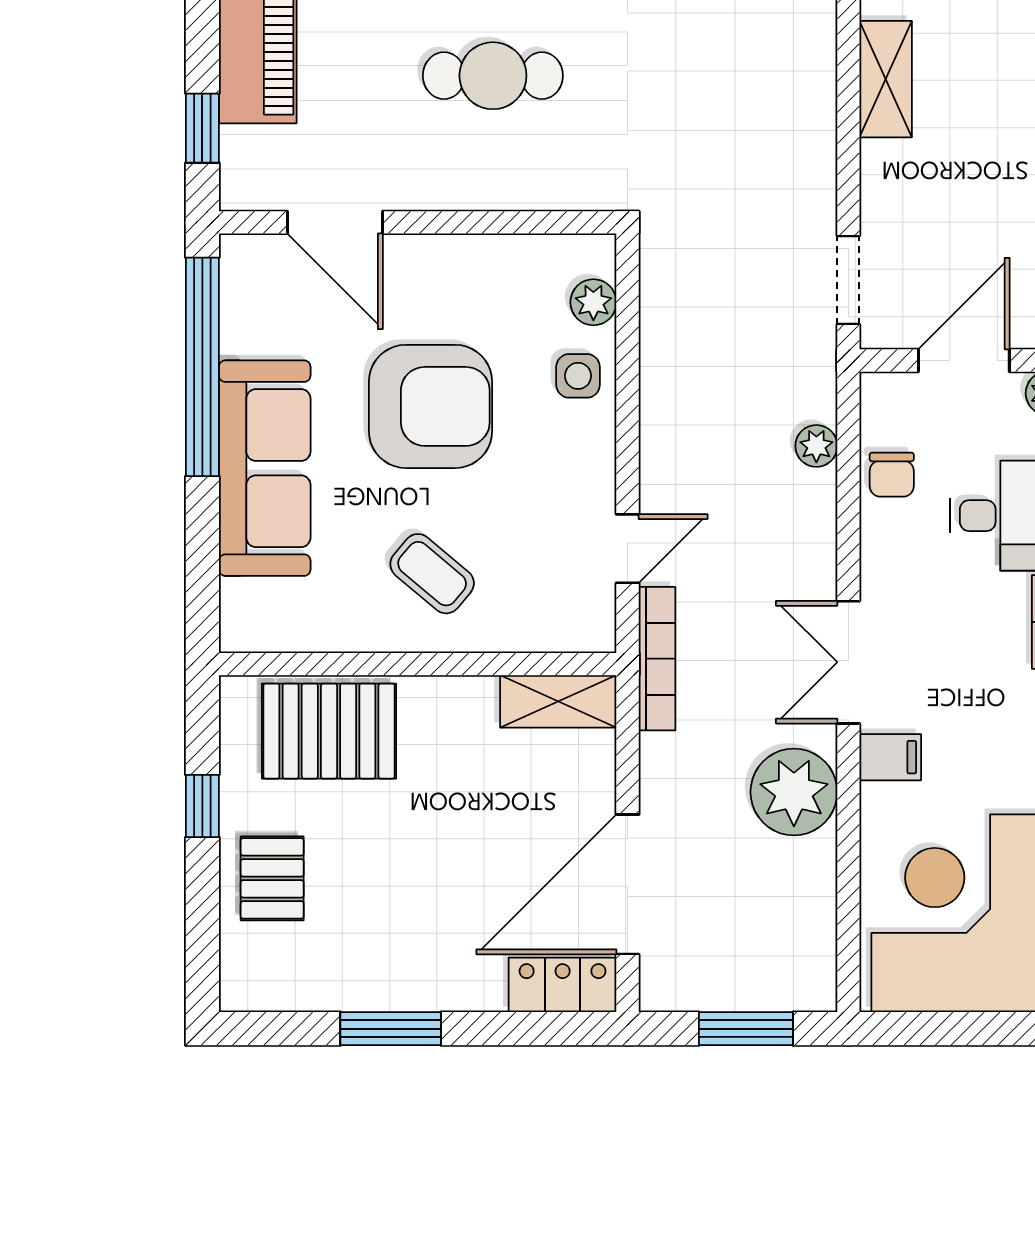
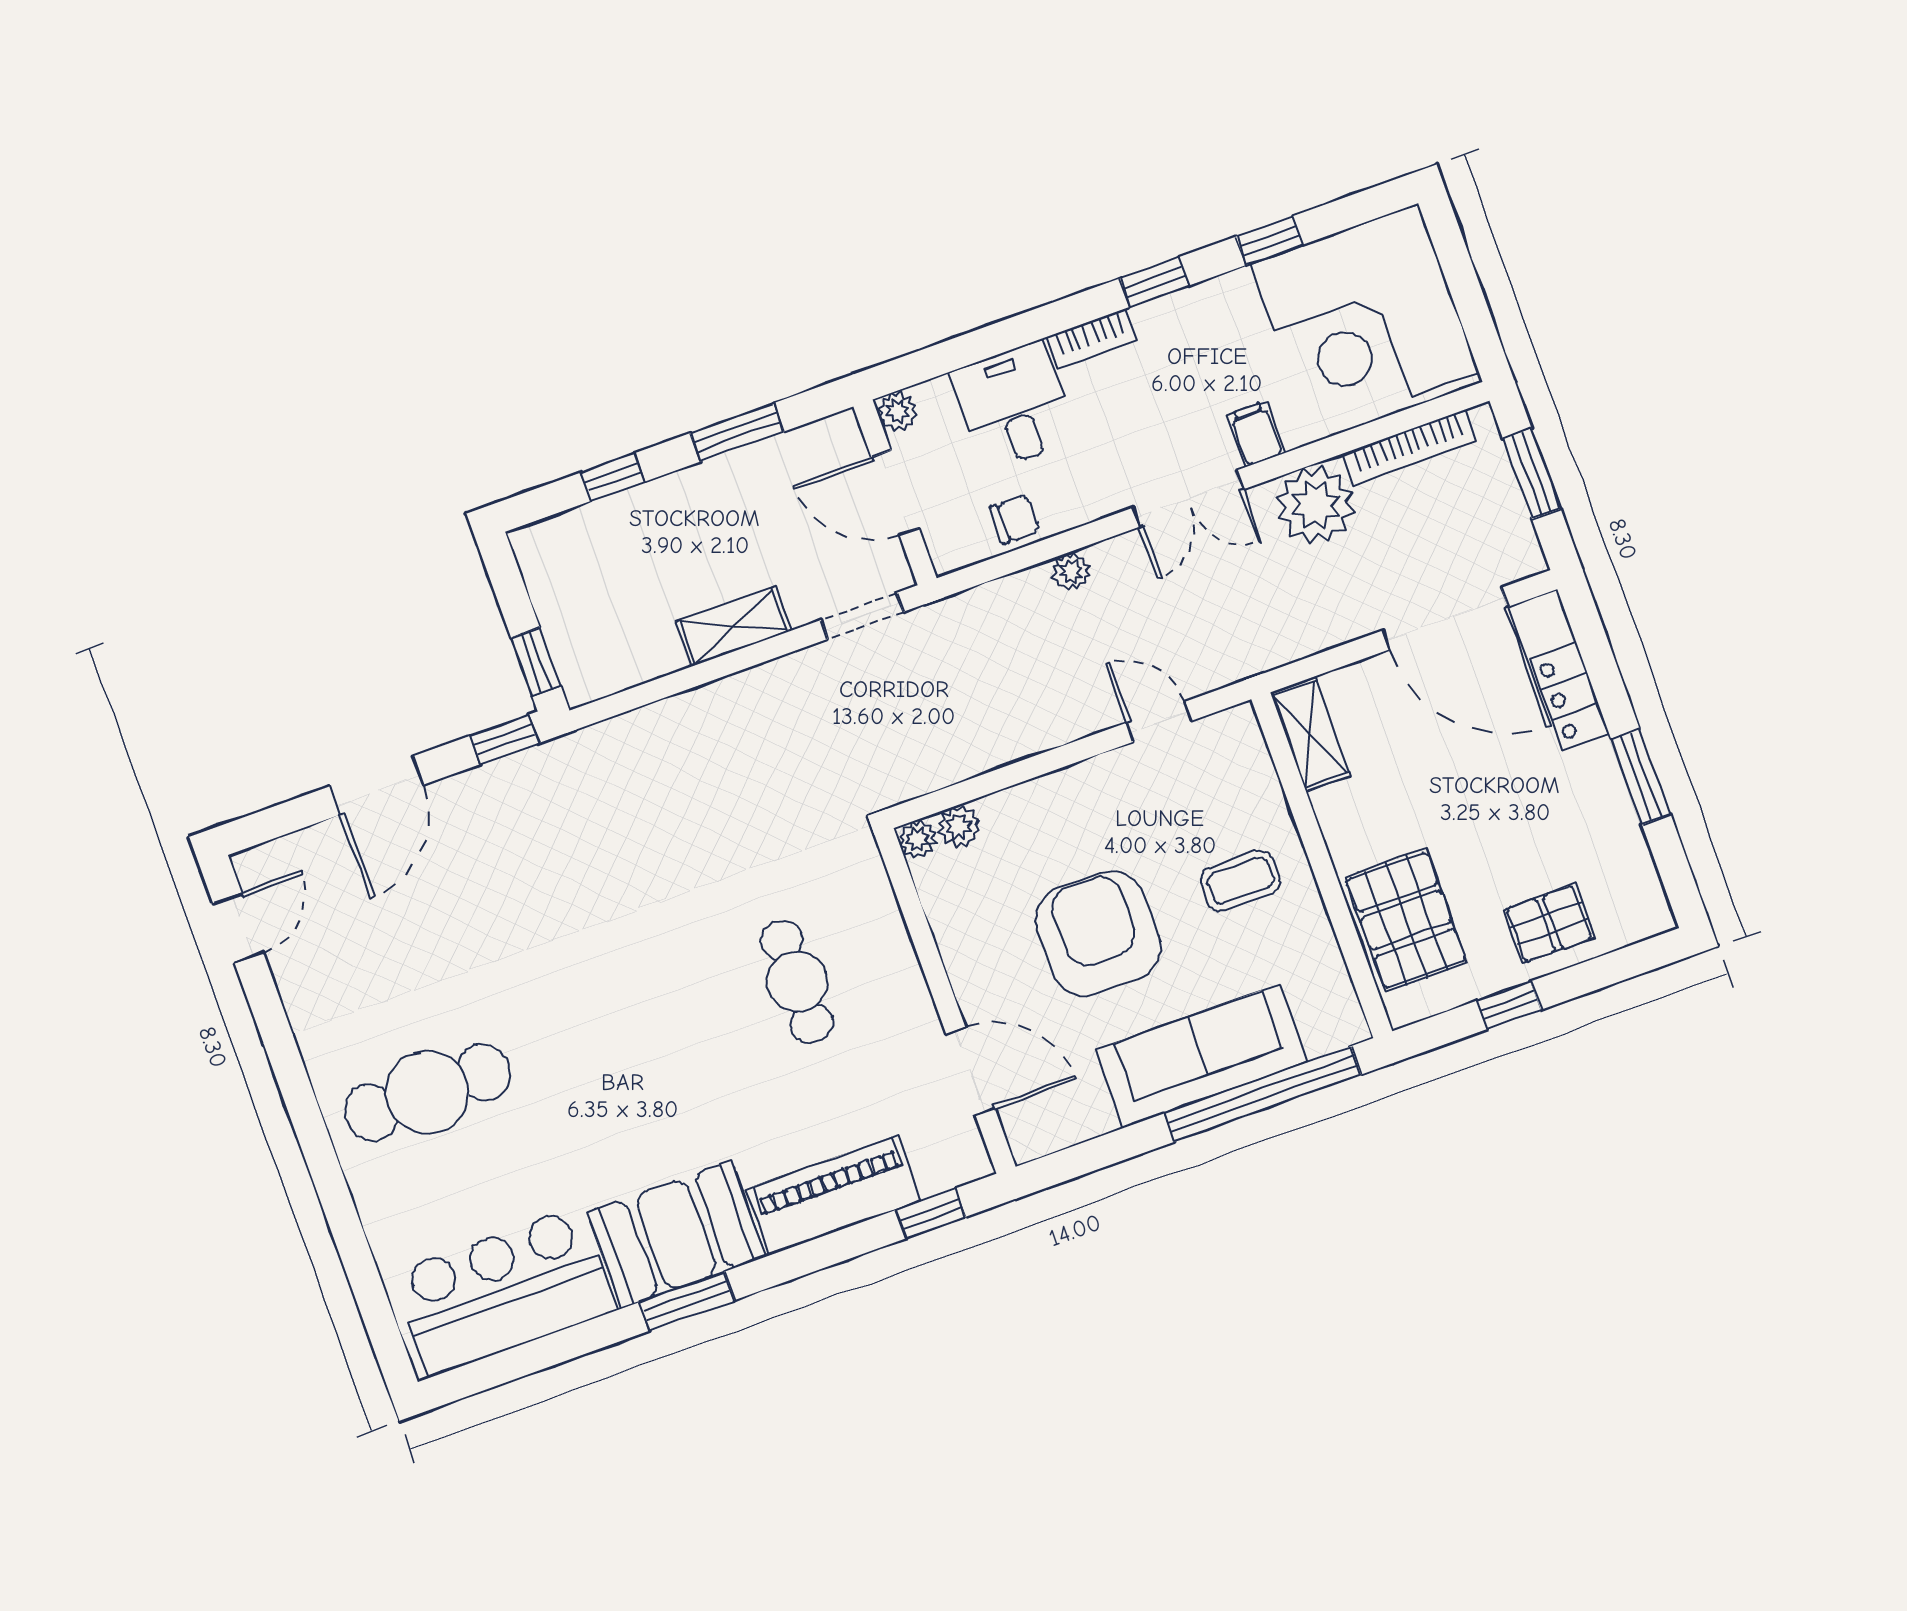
shelving: (886, 79) -> (734, 626), moved
door: (335, 222) -> (971, 1071), hinge flipped
plant: (596, 254) -> (917, 839), added
window: (202, 367) -> (1263, 1094), moved
side table: (578, 376) -> (1027, 817), removed
plant: (816, 446) -> (1071, 572), moved
coffee table: (432, 574) -> (1240, 881), turned 50
bookcase: (657, 659) -> (1410, 447), moved, turned 180
locker: (563, 985) -> (1570, 696), moved

